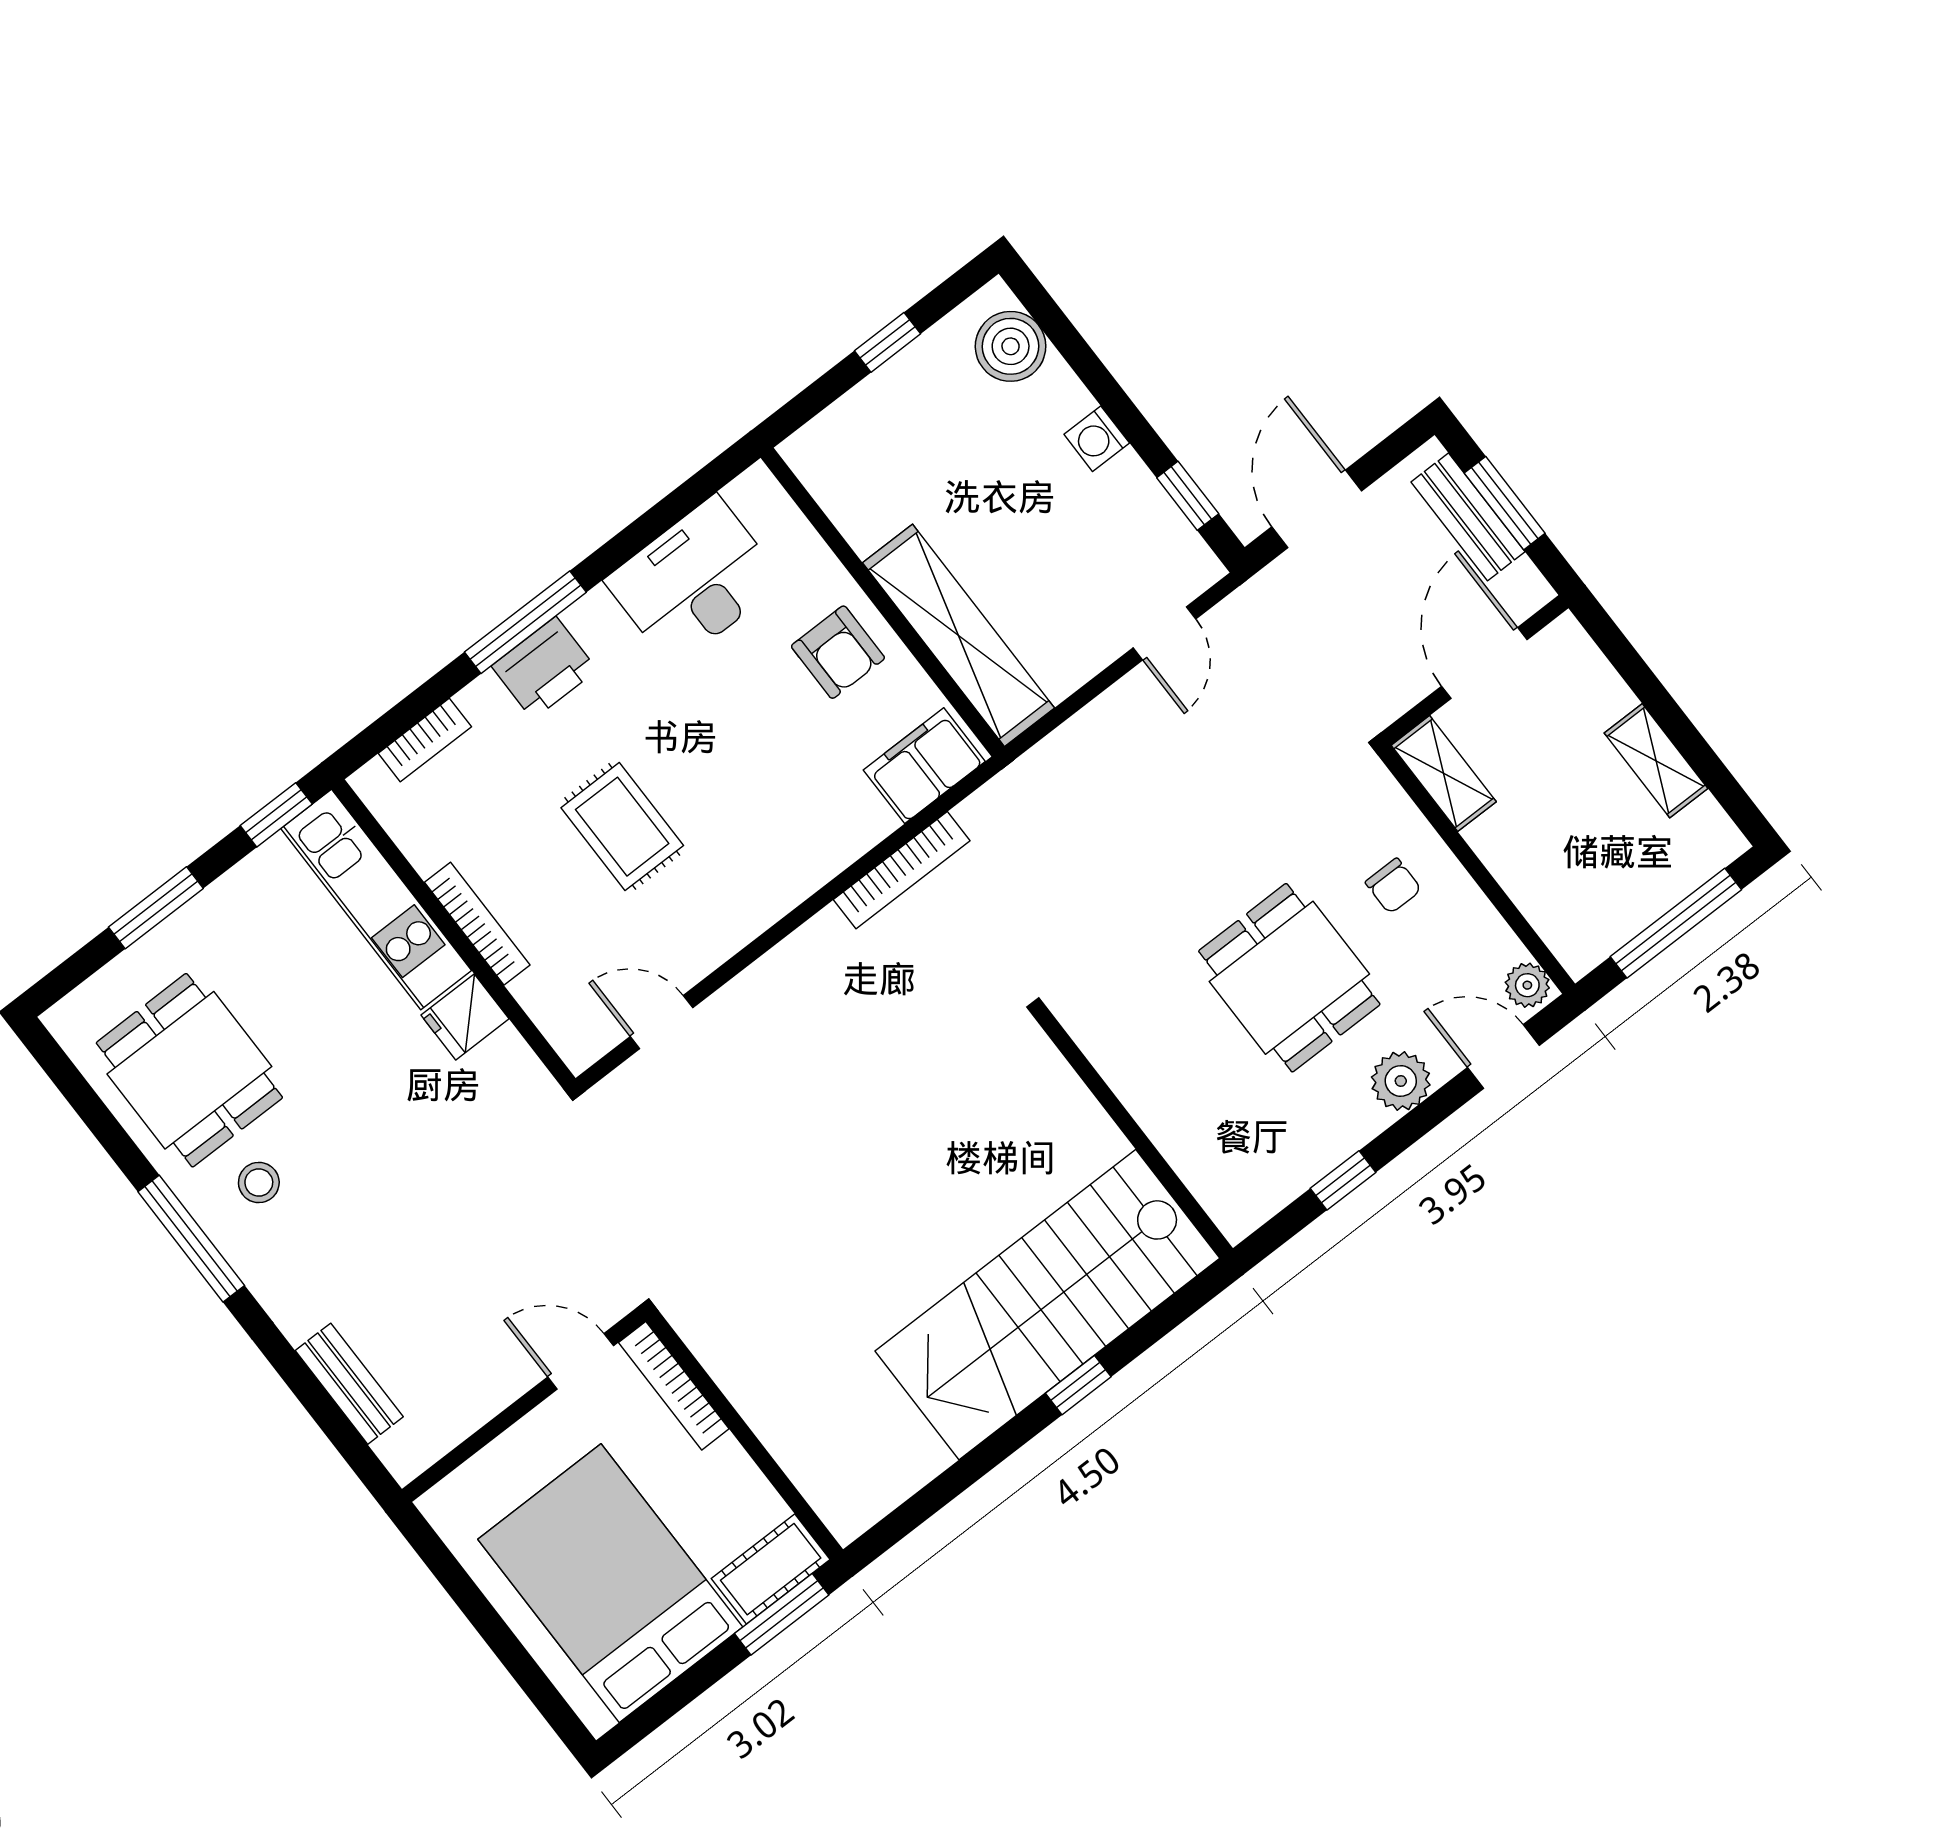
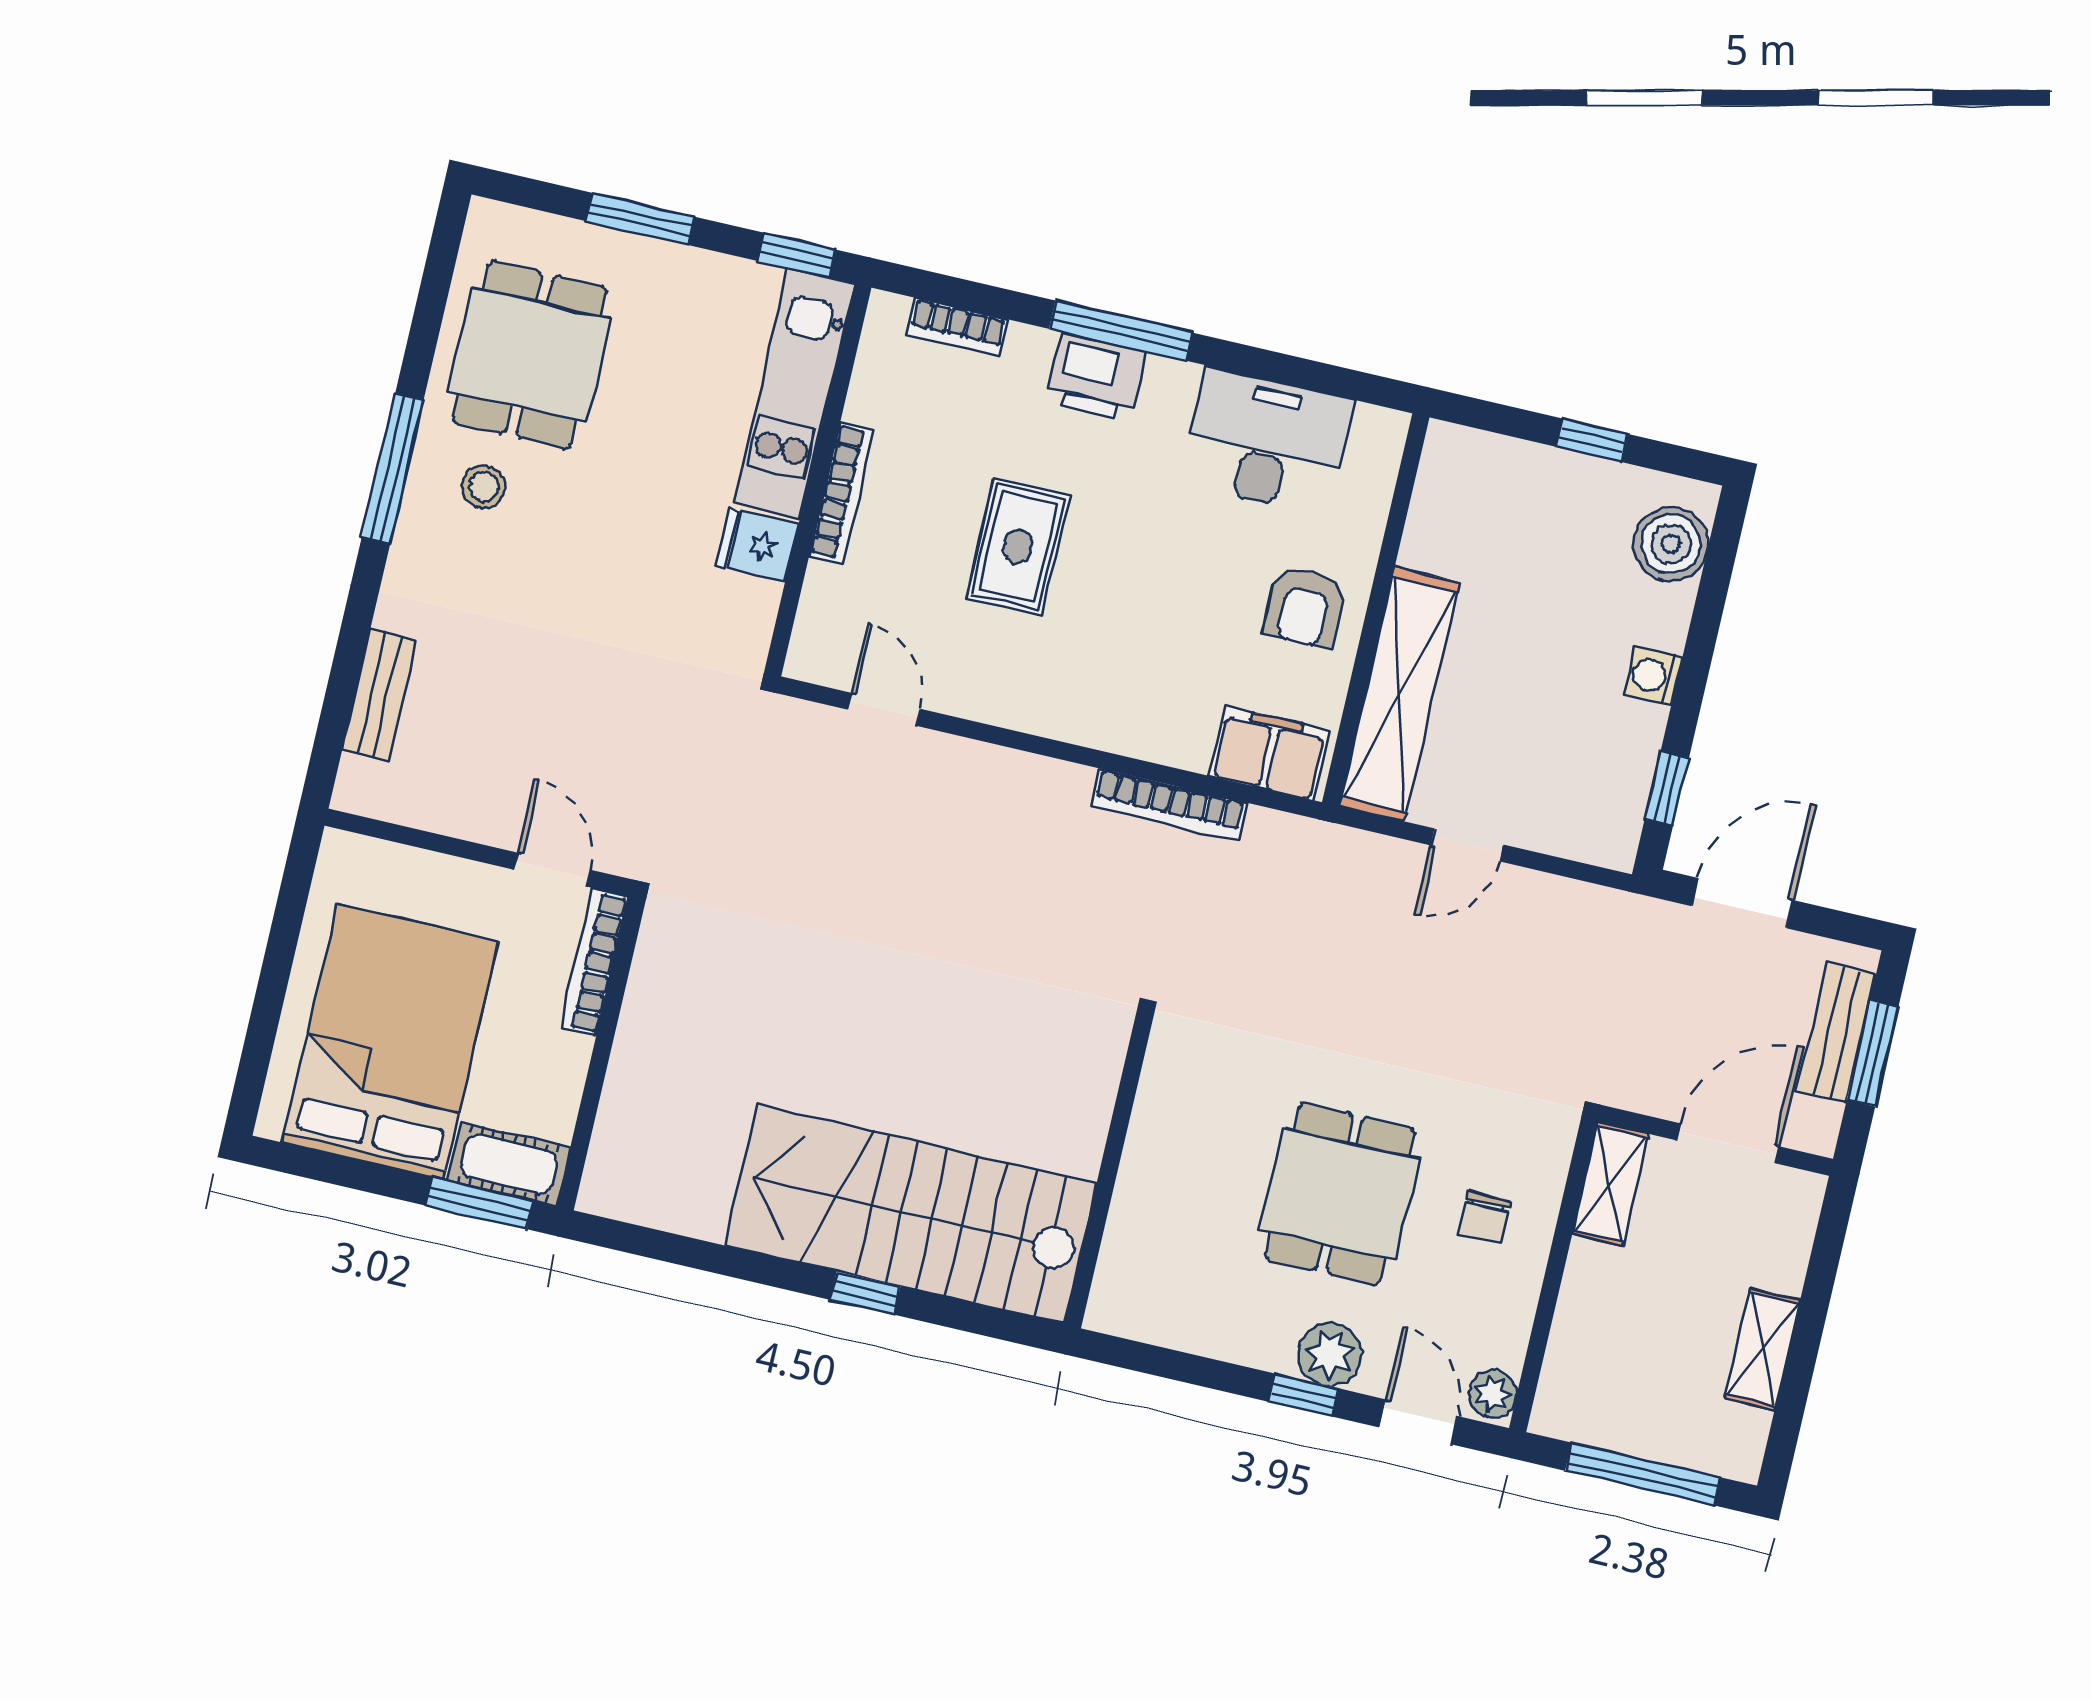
door: (1165, 633) -> (1467, 845), moved
window: (1343, 1180) -> (1304, 1395), moved

